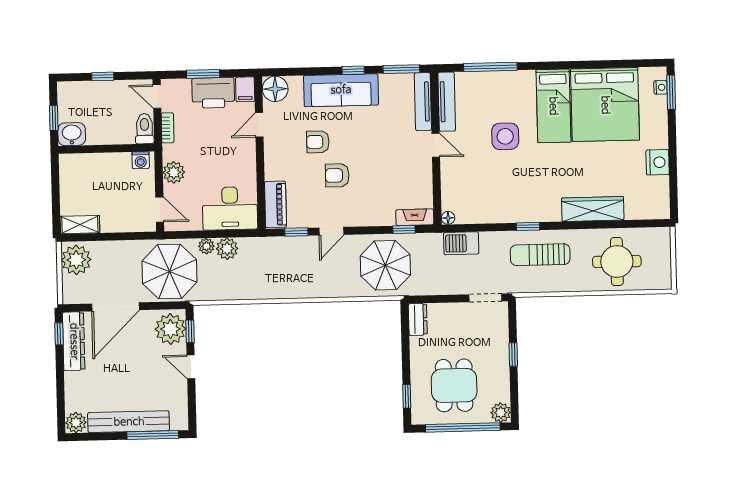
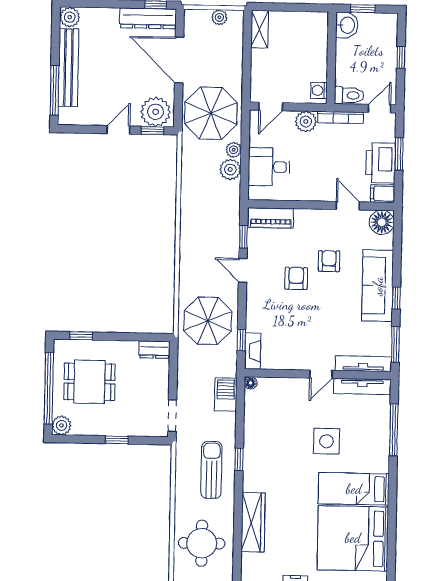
bookcase: (168, 128) -> (341, 117), width x1.56
desk: (230, 208) -> (269, 167), width x0.73
plant: (76, 260) -> (219, 17), width x0.53, depth x0.53

